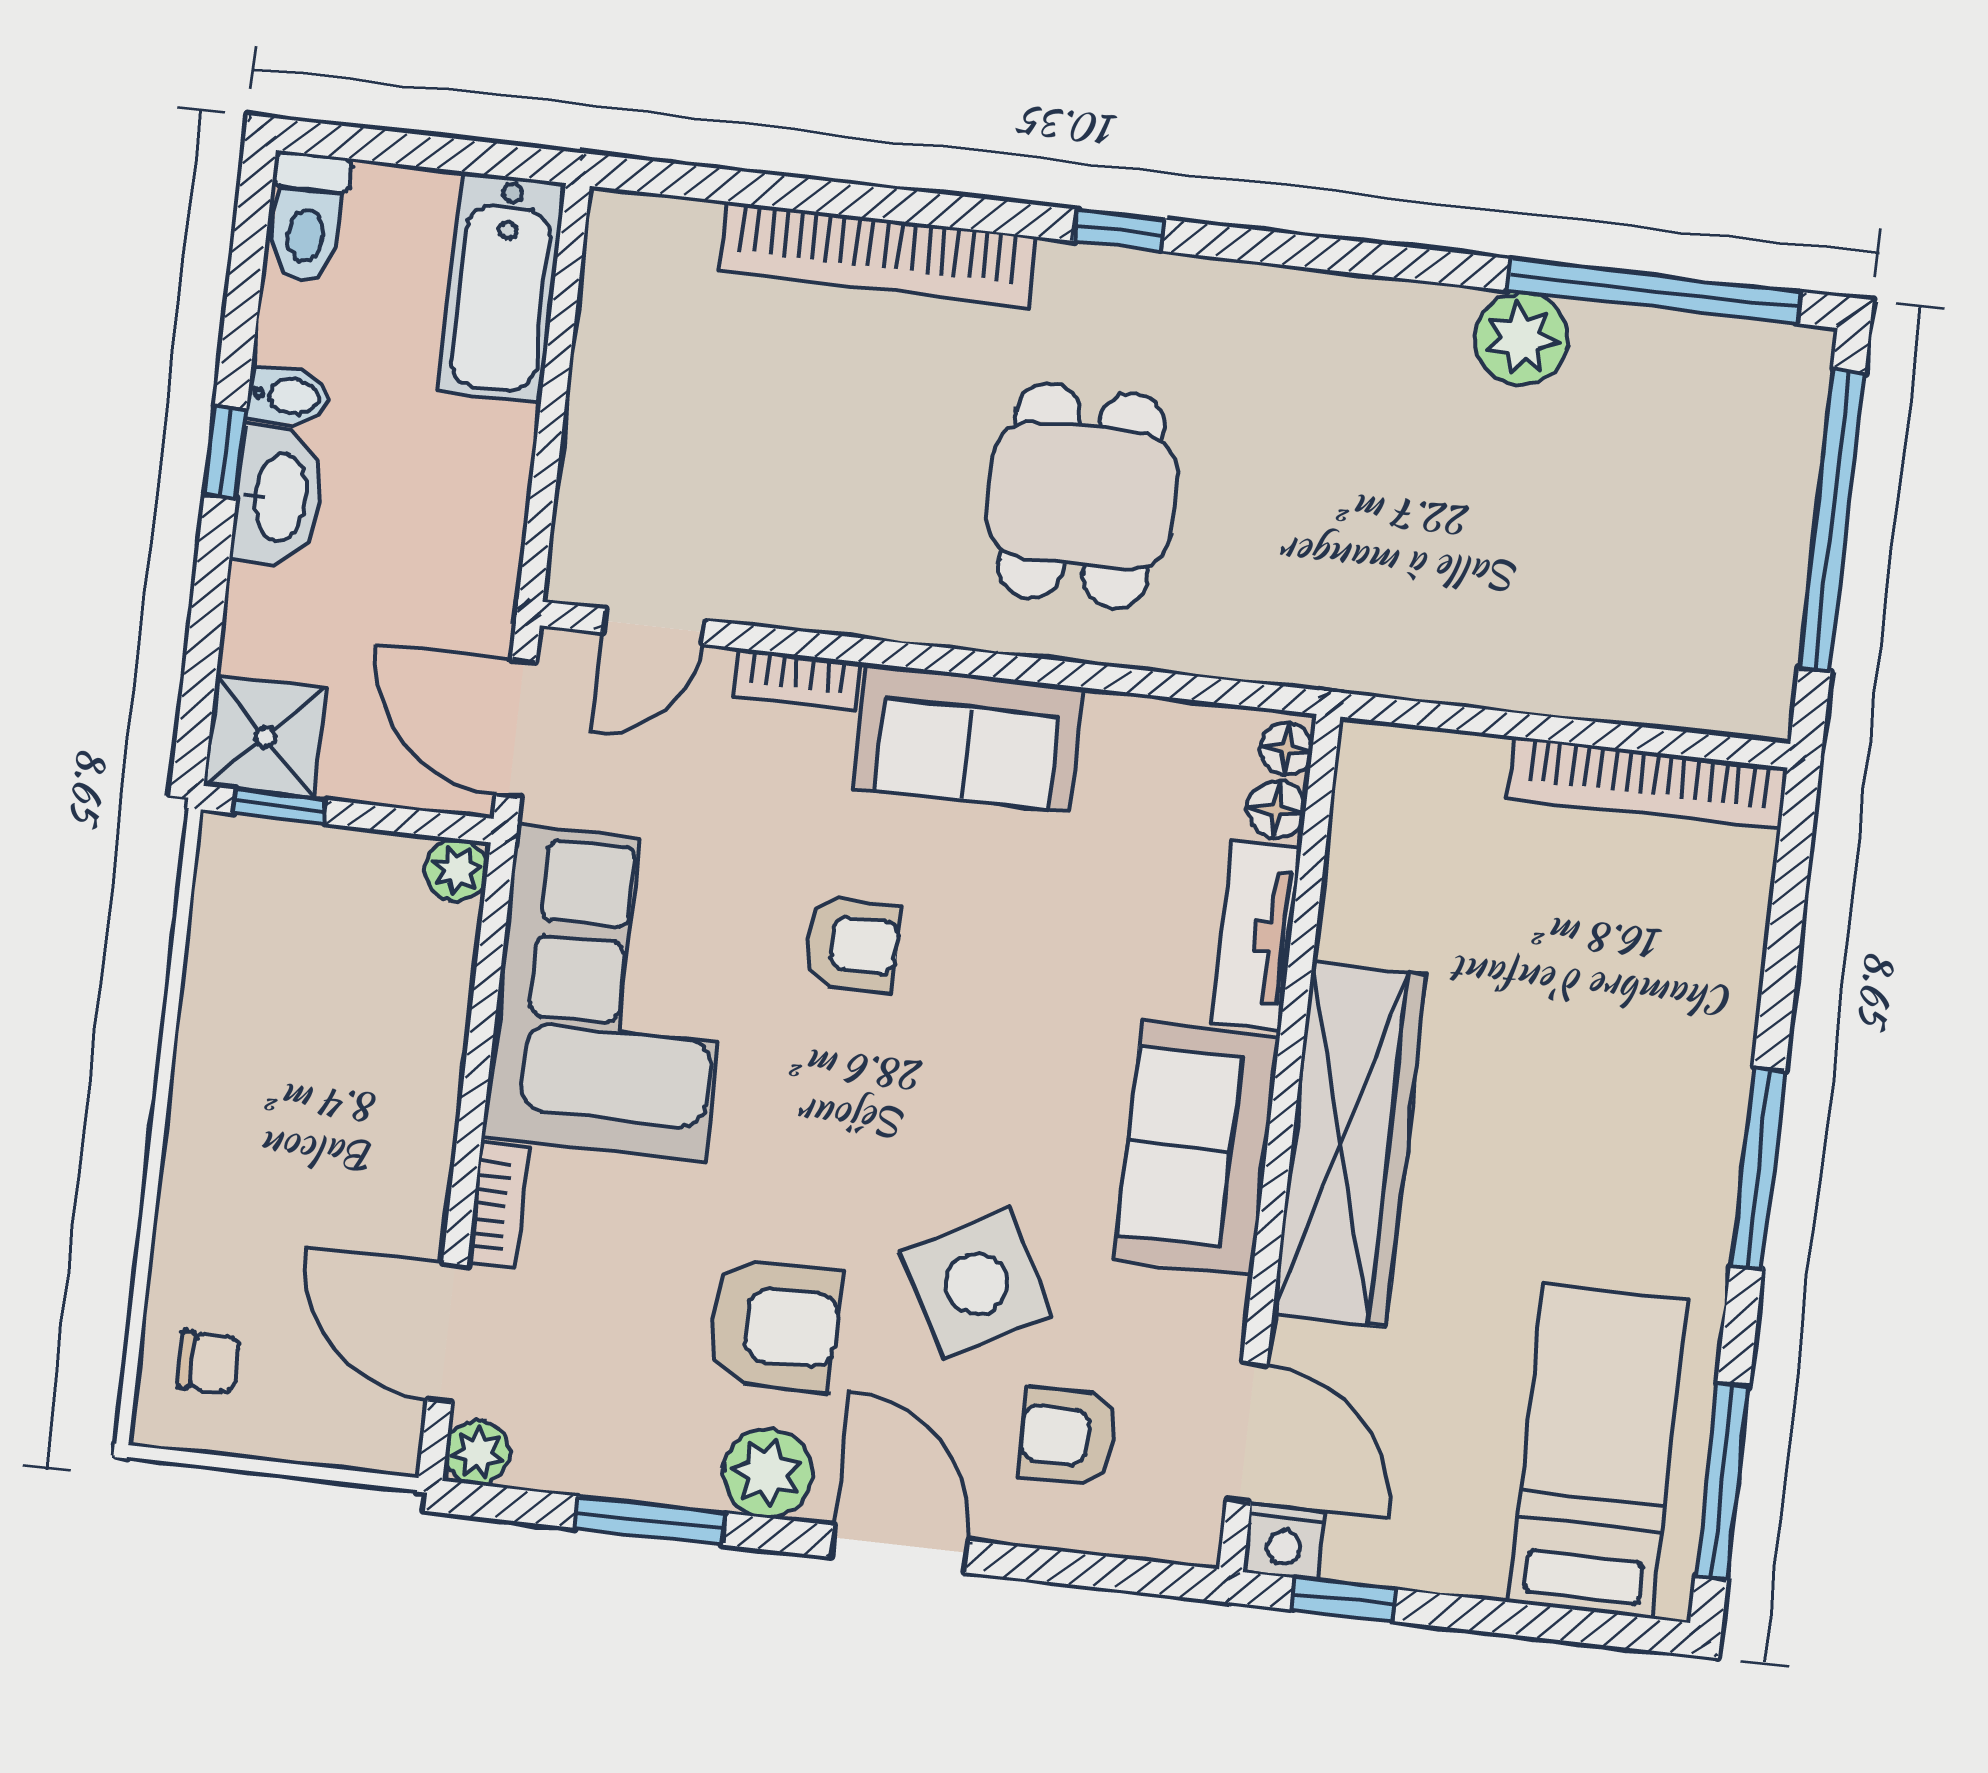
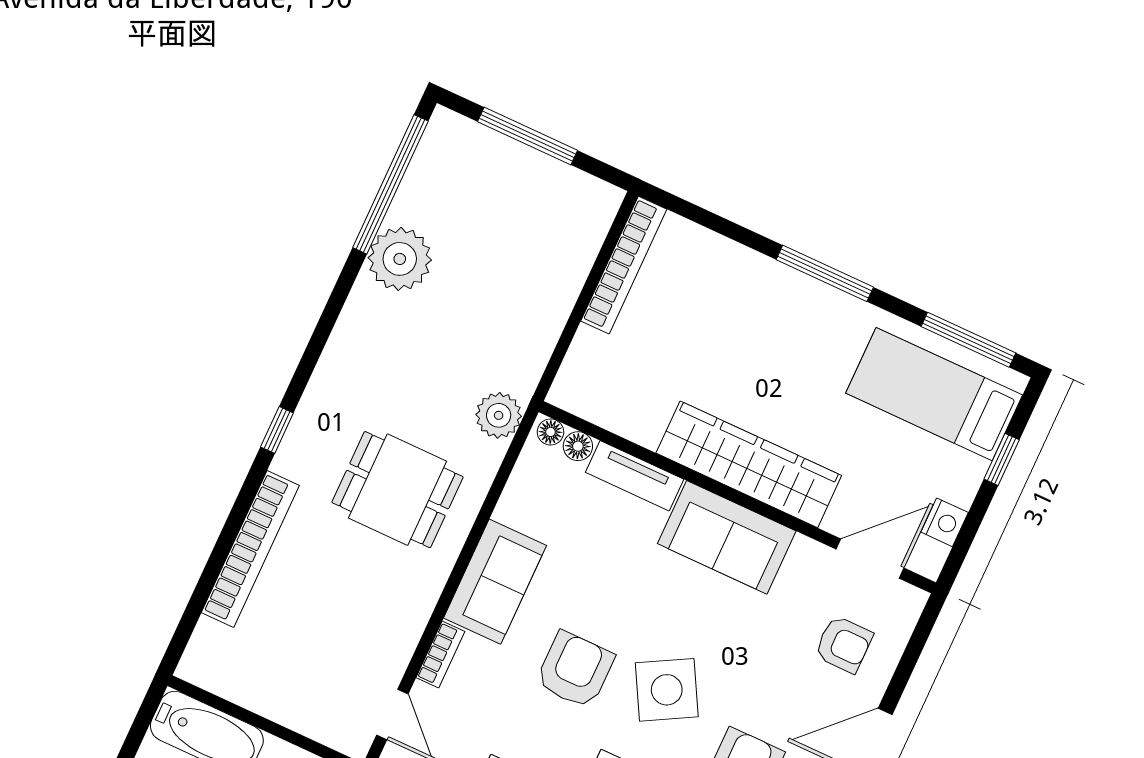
plant: (1521, 339) -> (400, 259), width x1.36, depth x1.36
window: (1832, 520) -> (527, 136), width x0.68
plant: (1285, 640) -> (499, 415), added
armchair: (852, 944) -> (575, 670), width x1.38, depth x1.38
side table: (977, 1284) -> (667, 690), moved
armchair: (1068, 1436) -> (844, 644), turned -90
nightstand: (1284, 1542) -> (945, 522), moved
window: (1343, 1599) -> (1002, 459), moved

